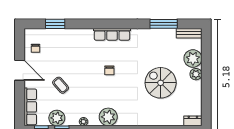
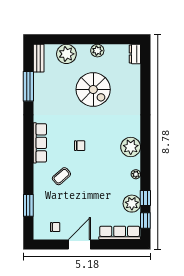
plant: (196, 74) -> (97, 51), moved
spiral stairs: (161, 83) -> (93, 89), turned -90
coffee table: (61, 85) -> (61, 176), moved

